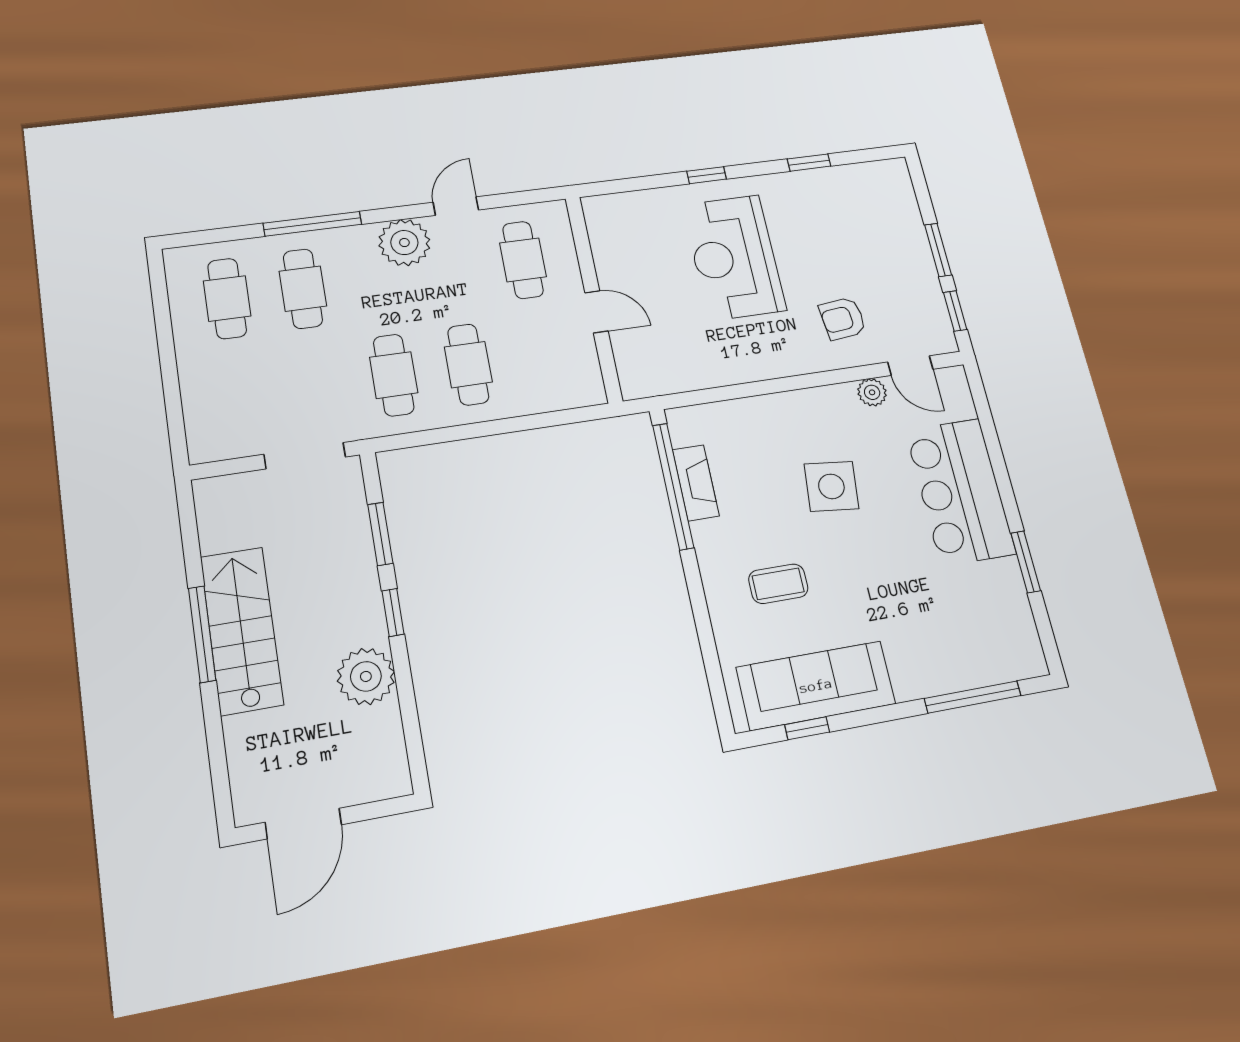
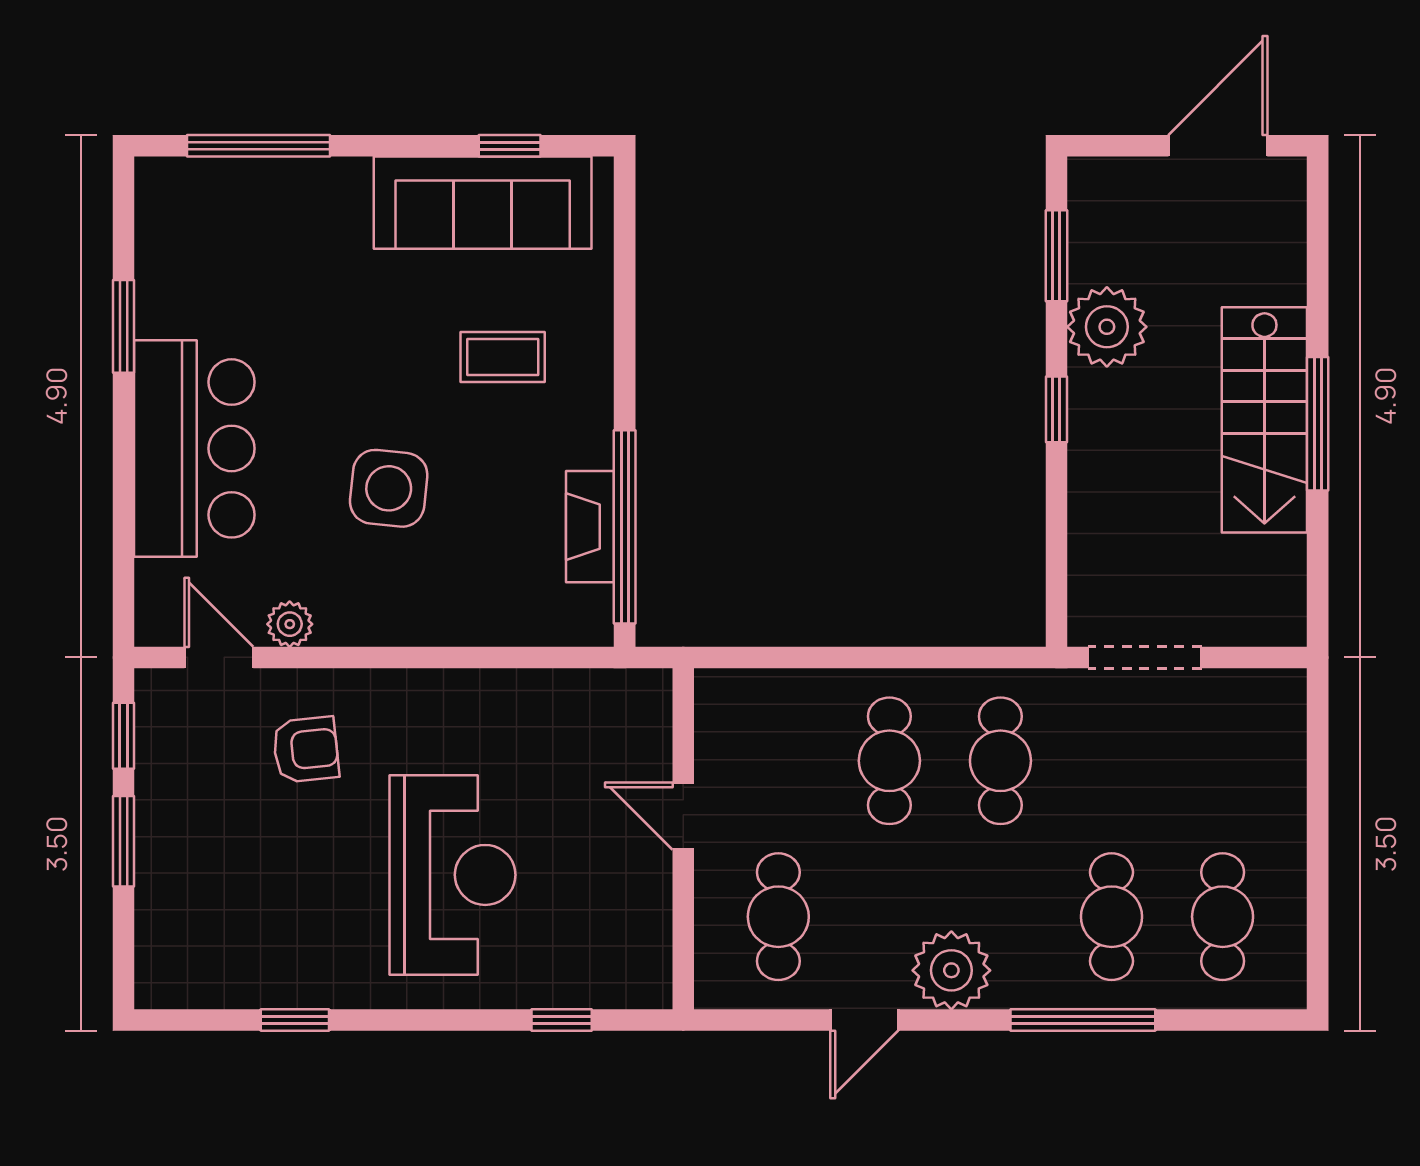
window: (707, 175) -> (562, 1020), moved
window: (380, 534) -> (1056, 256), moved

